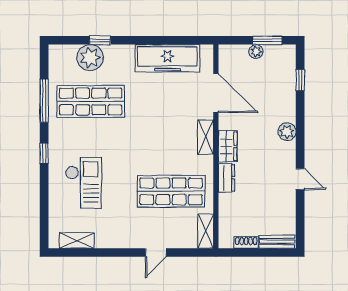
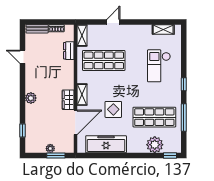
window: (100, 40) -> (170, 156), moved
window: (267, 40) -> (56, 156), moved
door: (216, 93) -> (75, 122), swing flipped
display table: (156, 114) -> (113, 109), added
wardrobe: (228, 146) -> (68, 100), moved
dresser: (227, 178) -> (69, 51), moved
door: (300, 179) -> (22, 57), moved

